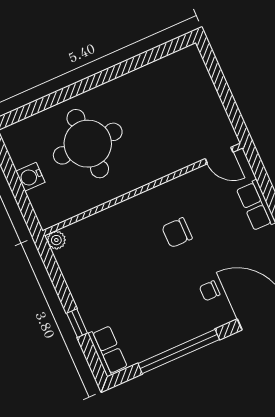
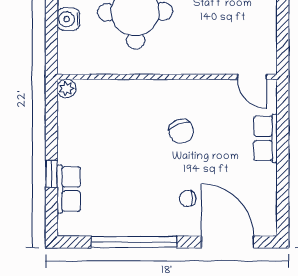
chair: (177, 233) -> (181, 131), turned -111
row of seats: (108, 351) -> (69, 189), moved

